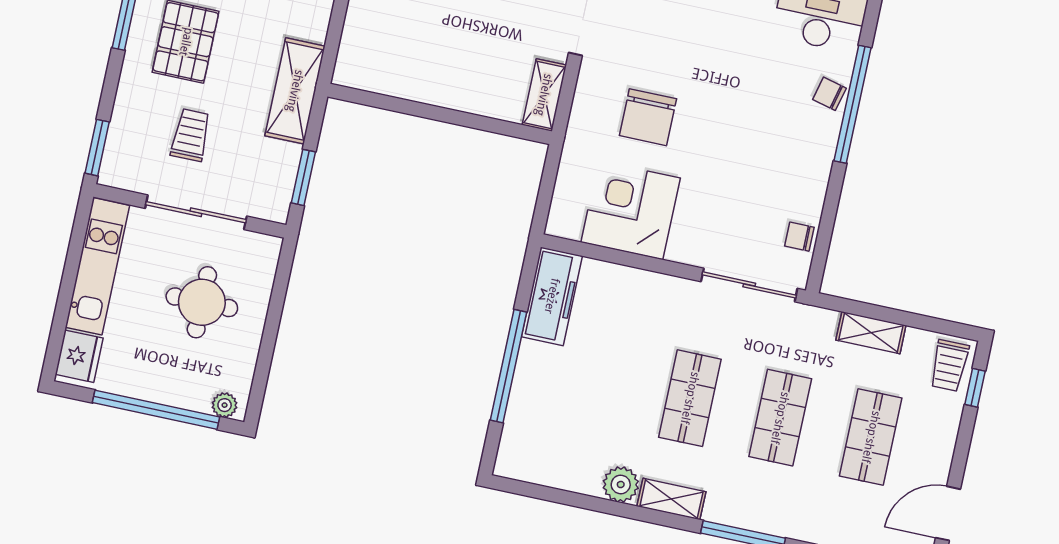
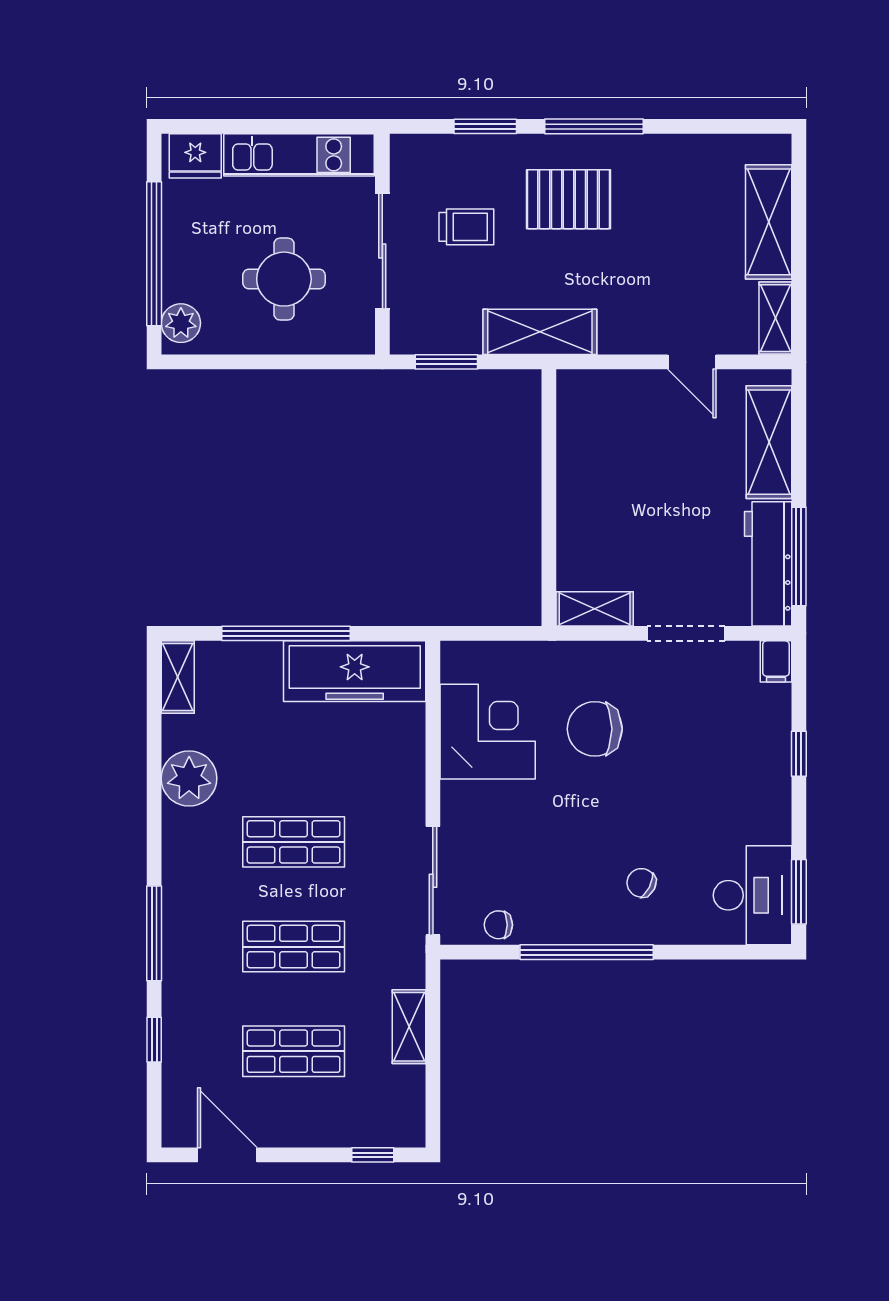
chair: (829, 94) -> (641, 883), moved, turned -77
window: (853, 104) -> (587, 952), moved
window: (97, 148) -> (485, 126), moved
chair: (799, 237) -> (498, 925), turned -90
freezer: (552, 296) -> (355, 671), width x1.36, depth x1.26
trolley: (949, 366) -> (391, 1121), removed
plant: (225, 405) -> (181, 323), width x1.38, depth x1.38
plant: (621, 484) -> (189, 778), width x1.36, depth x1.36
shelving: (671, 499) -> (178, 677), moved

